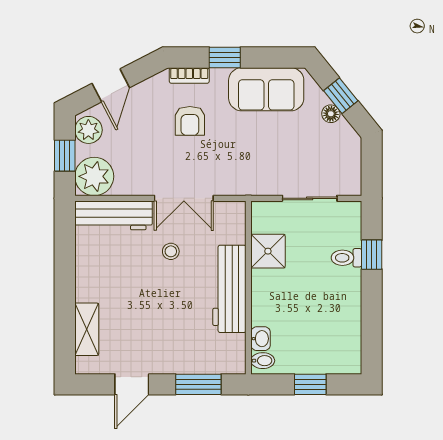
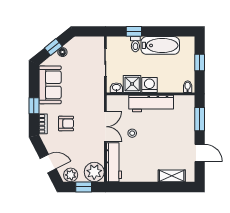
washing machine: (266, 285) -> (149, 85), added
bathtub: (344, 307) -> (160, 45), added
washbasin: (261, 339) -> (116, 88), moved

